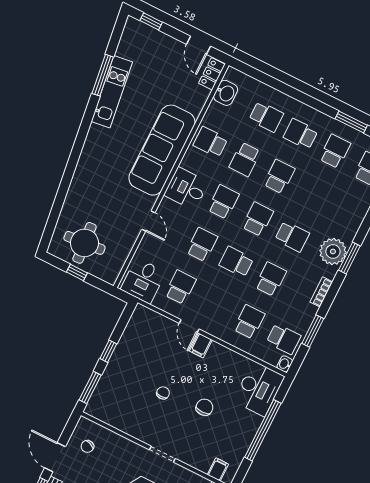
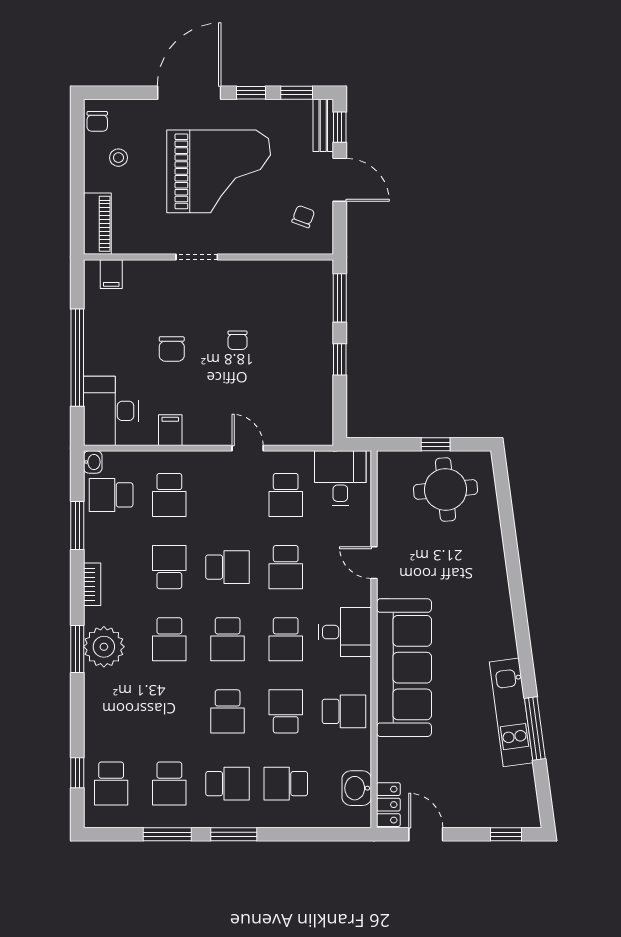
window: (312, 102) -> (234, 834), added
school desk: (292, 236) -> (169, 639), turned -90
school desk: (271, 279) -> (169, 567), turned 180
filing cabinet: (201, 345) -> (170, 430), moved

